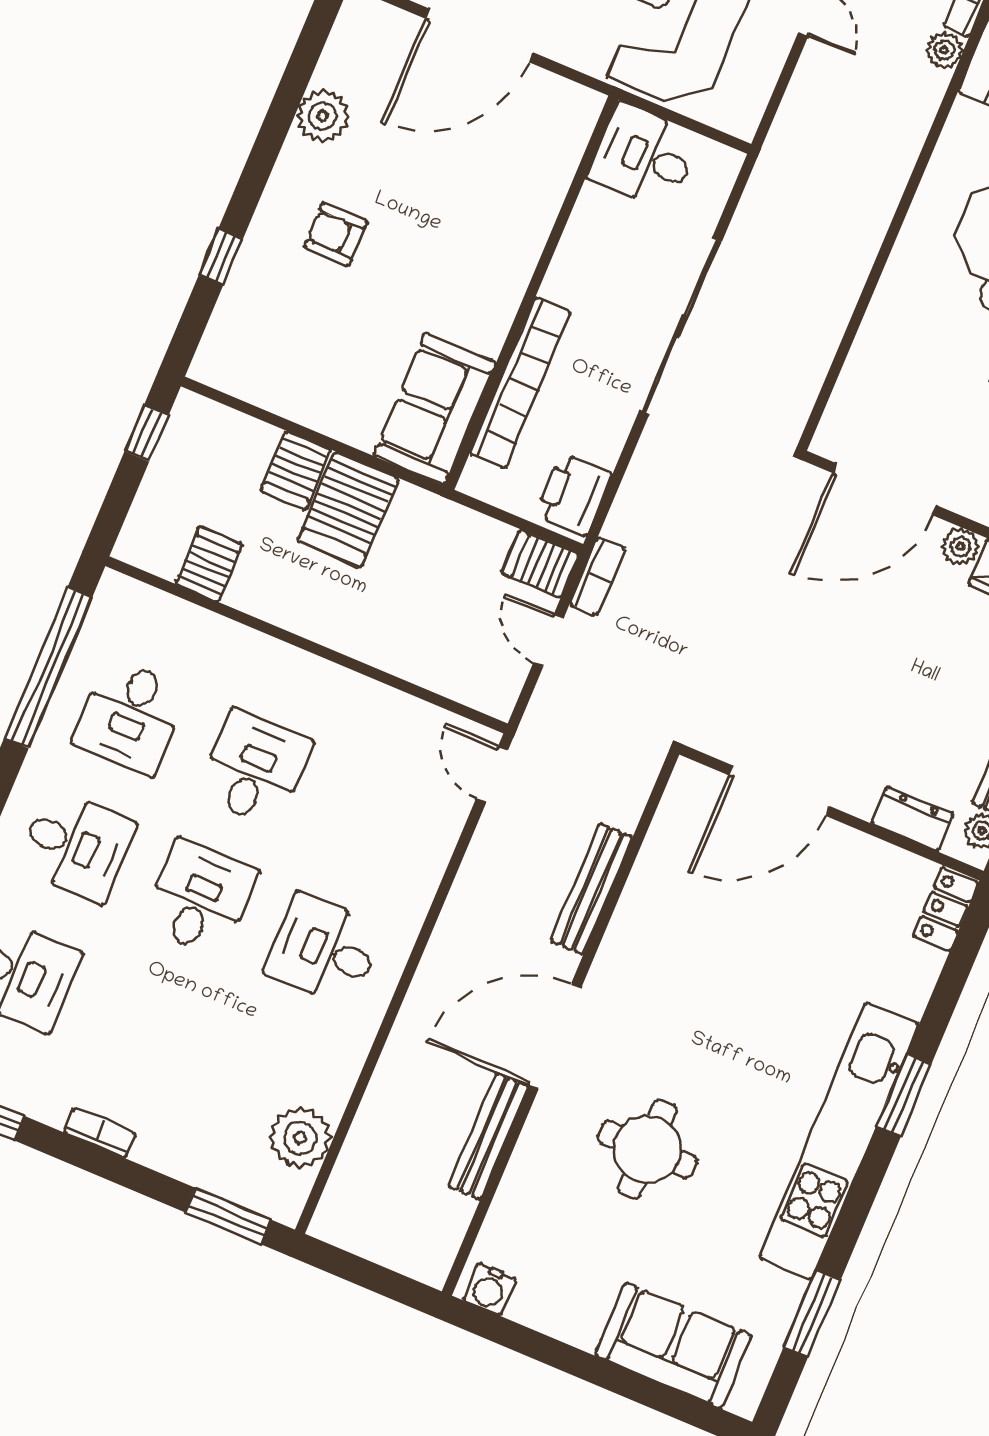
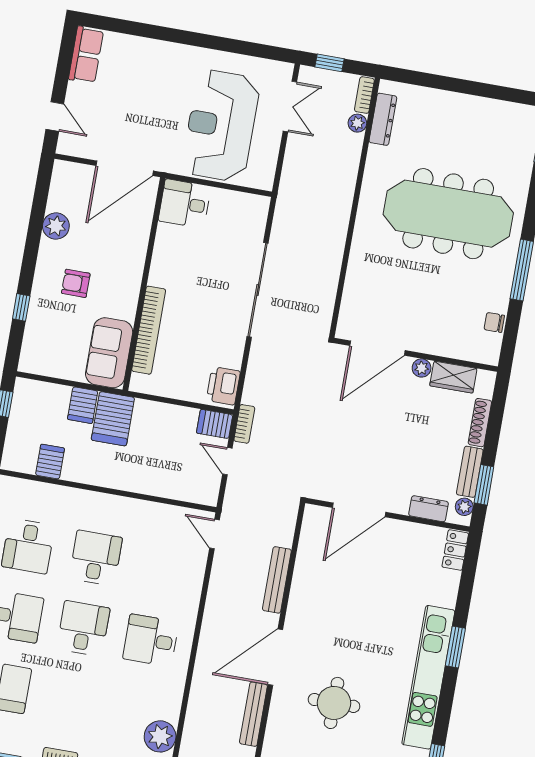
desk: (644, 157) -> (185, 204), moved
wall: (531, 293) -> (144, 284), moved
bookcase: (520, 383) -> (149, 330), moved
sofa: (435, 409) -> (109, 353), moved

